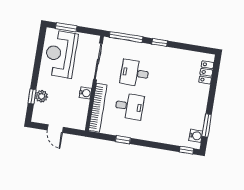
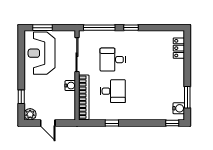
plant: (41, 96) -> (30, 114), moved

